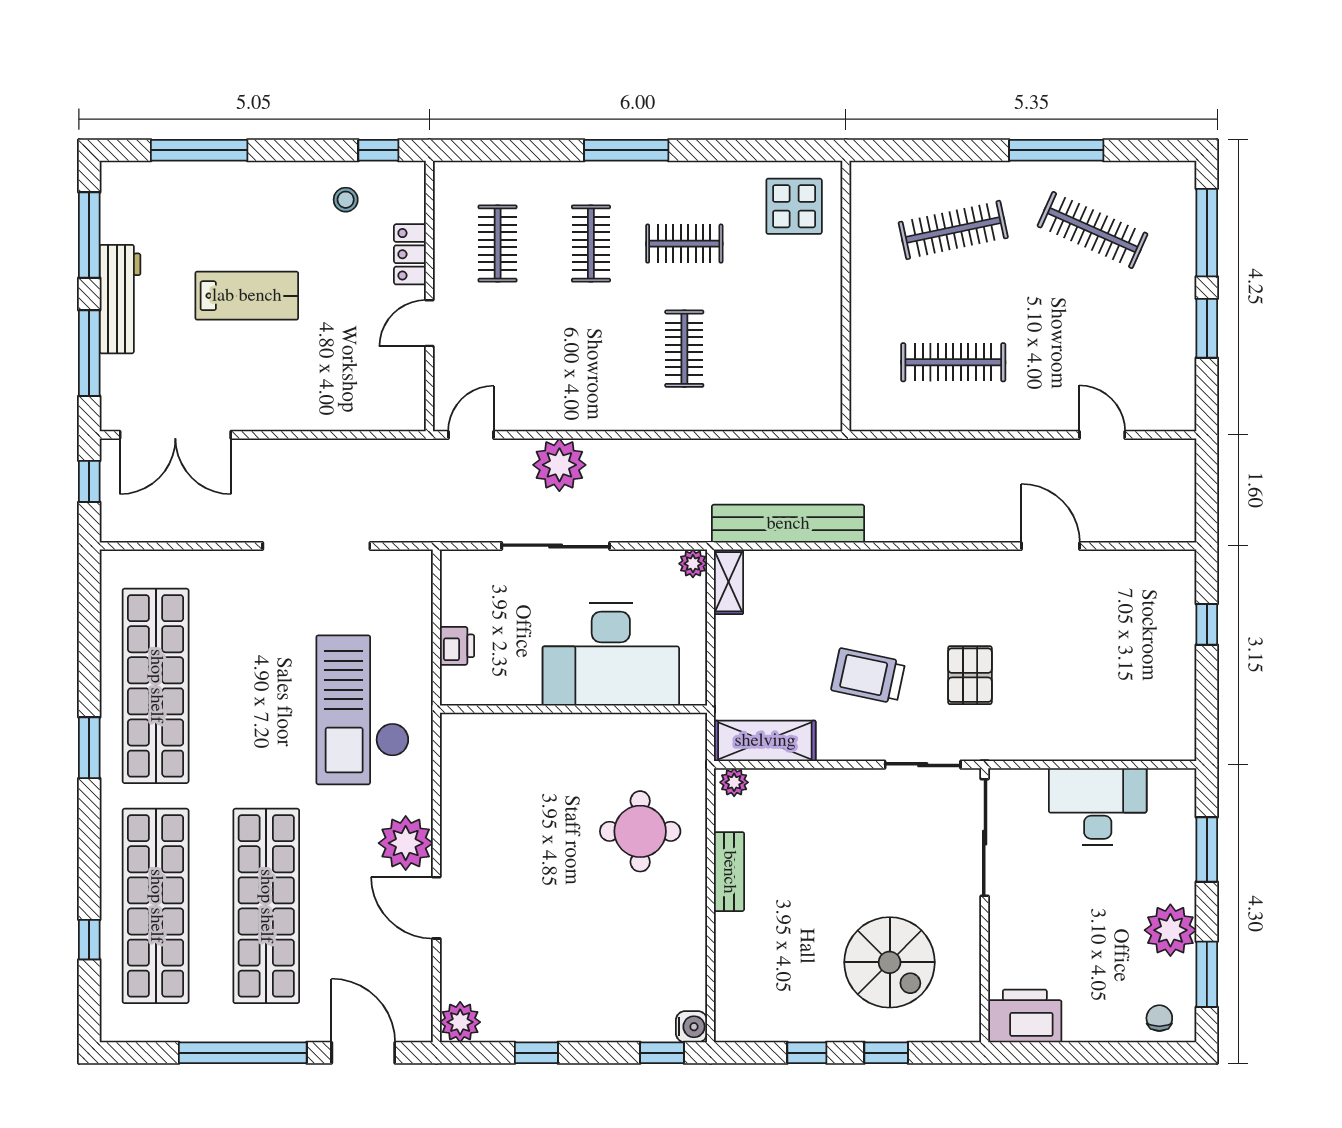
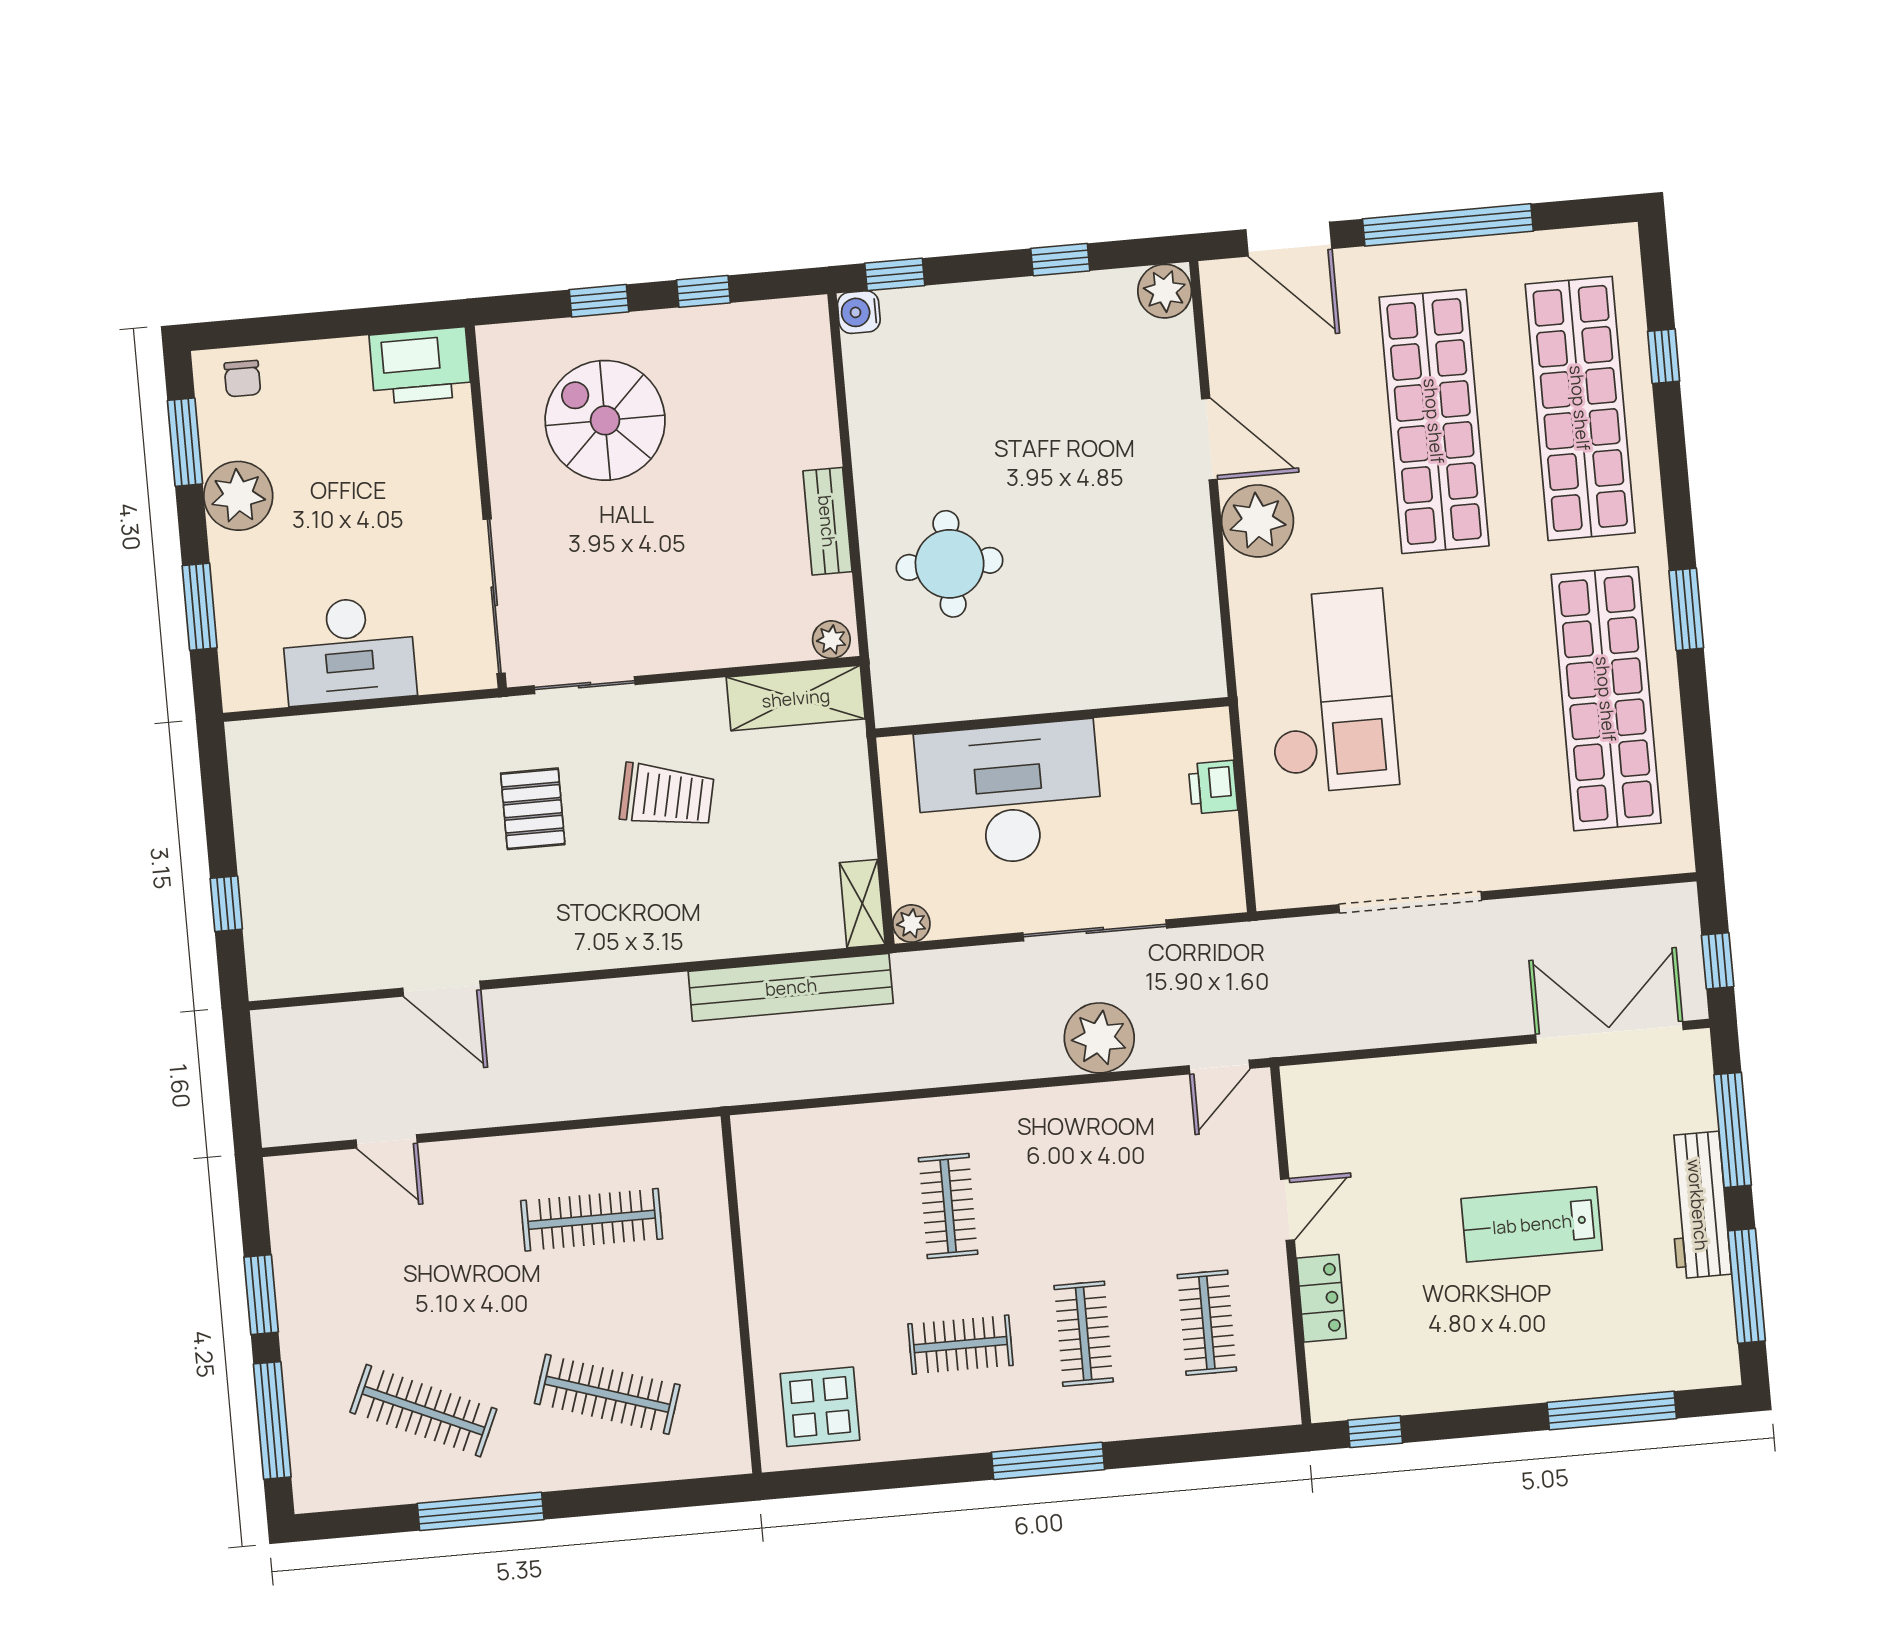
stool: (346, 200) -> (1412, 1363), removed
clothes rail: (953, 230) -> (607, 1394), turned 30

